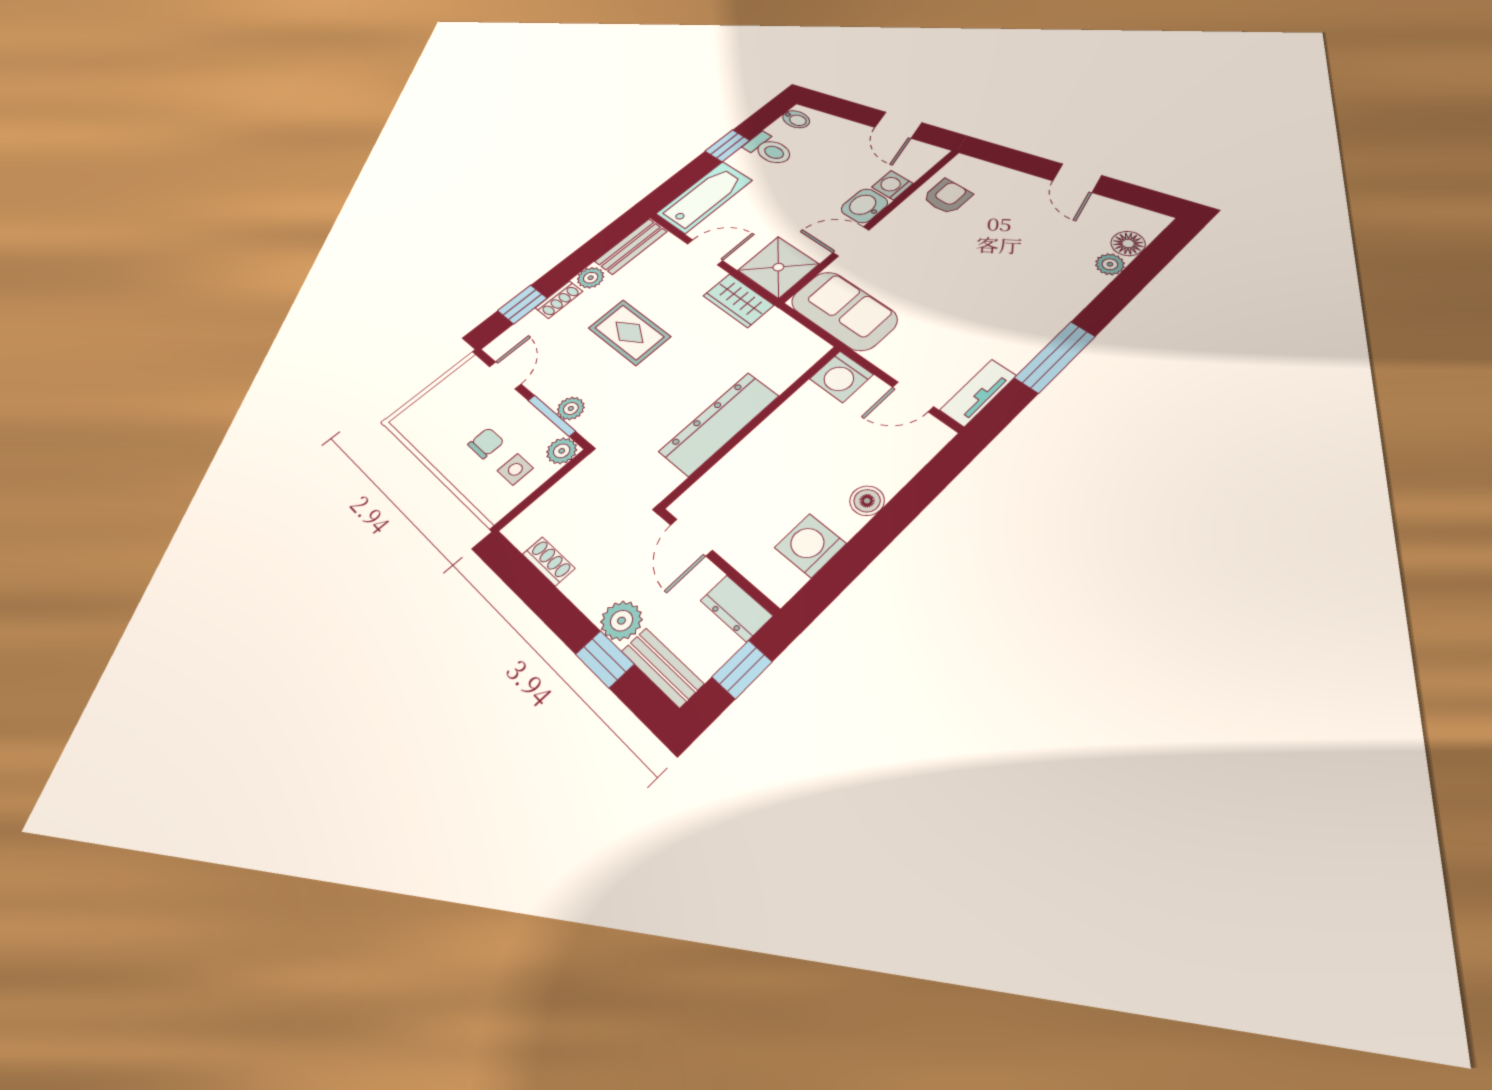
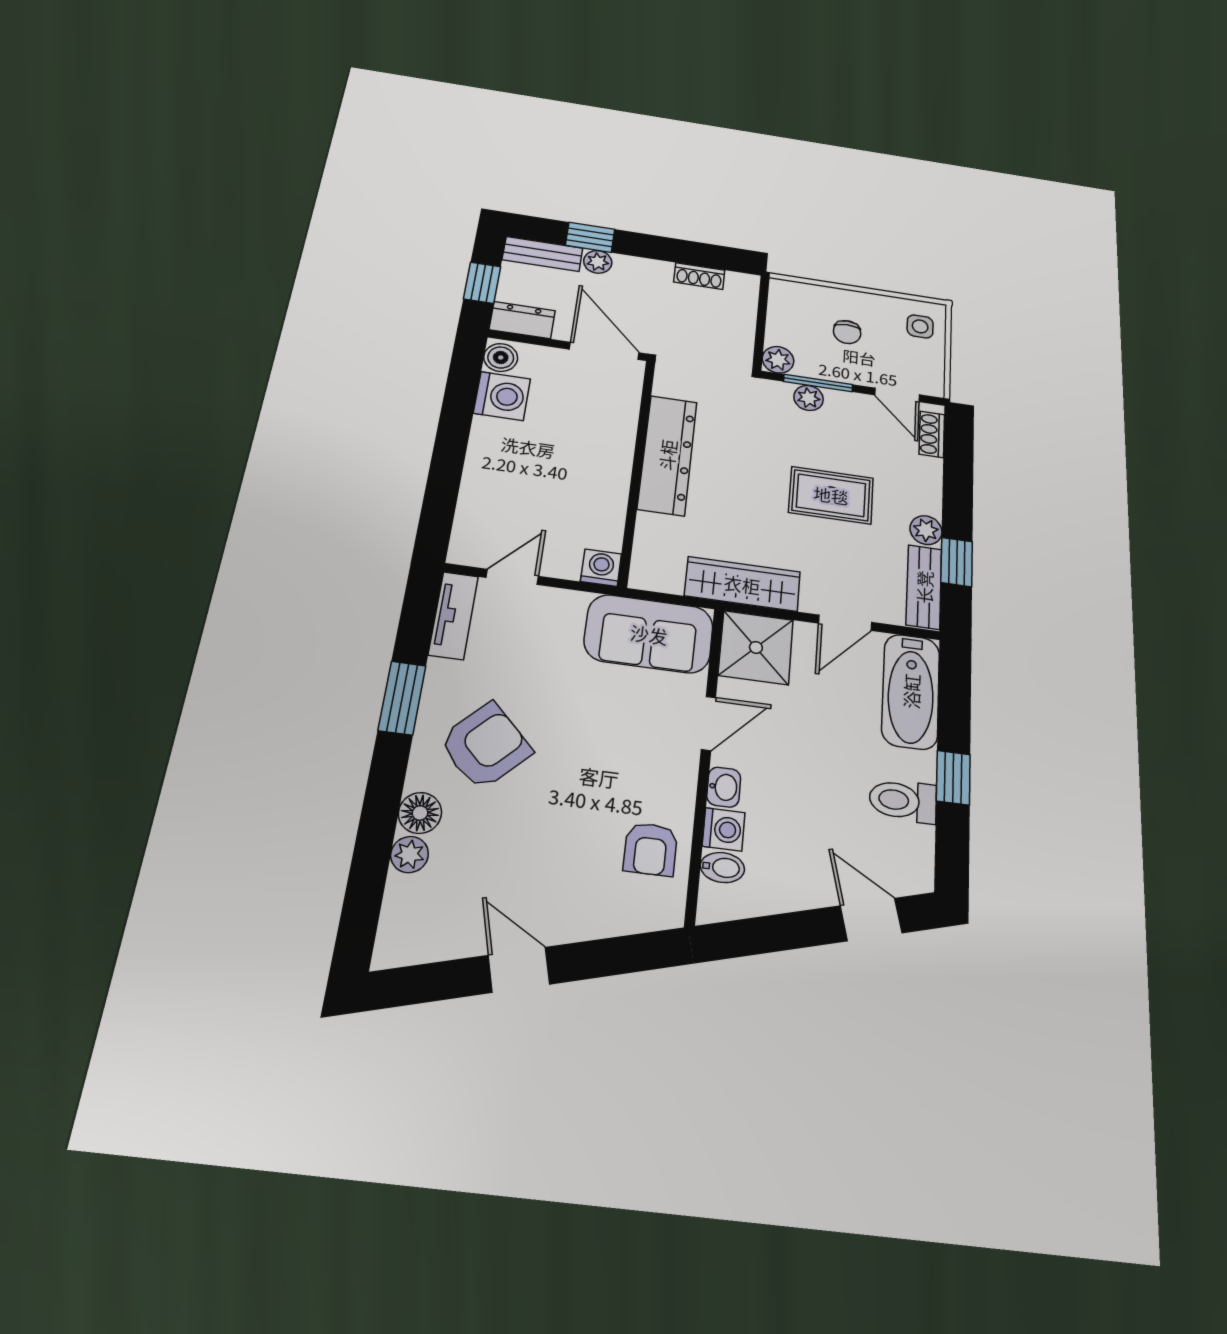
bidet: (796, 119) -> (722, 867), moved, turned 180
door: (898, 125) -> (871, 919), moved
washbasin: (865, 206) -> (724, 787), width x0.72, depth x0.69
floor lamp: (1128, 244) -> (420, 813), moved
shoe rack: (559, 300) -> (932, 434), moved
wardrobe: (738, 300) -> (742, 584), width x1.50
armchair: (1014, 300) -> (485, 746), added
window: (522, 304) -> (957, 562), moved
window: (1055, 357) -> (402, 698), width x0.69
washing machine: (841, 377) -> (601, 568), width x0.73, depth x0.73
side table: (515, 469) -> (920, 326), moved
boiler: (867, 501) -> (501, 358), moved
door: (691, 538) -> (604, 351), width x1.38
plant: (621, 621) -> (598, 262), width x0.73, depth x0.73

